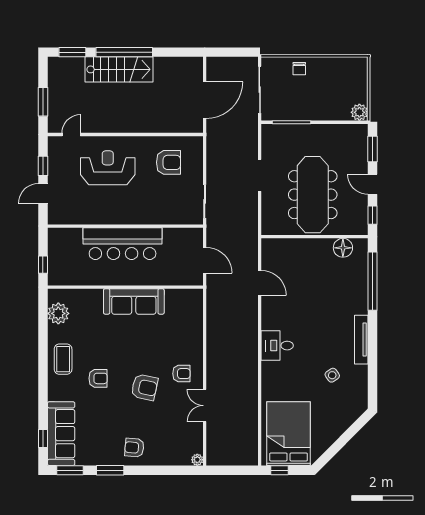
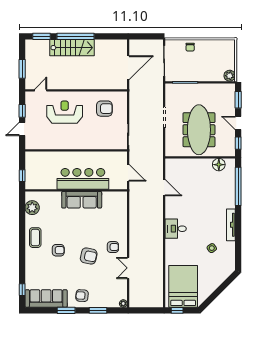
bar counter: (123, 244) -> (83, 179), moved, turned 180
sofa: (61, 434) -> (46, 298), moved, turned -90
window: (70, 470) -> (98, 310), moved

